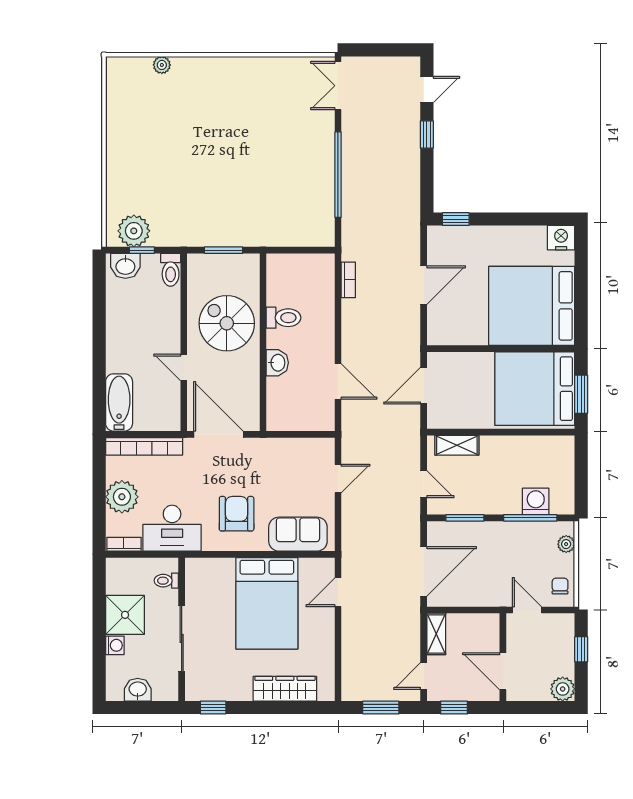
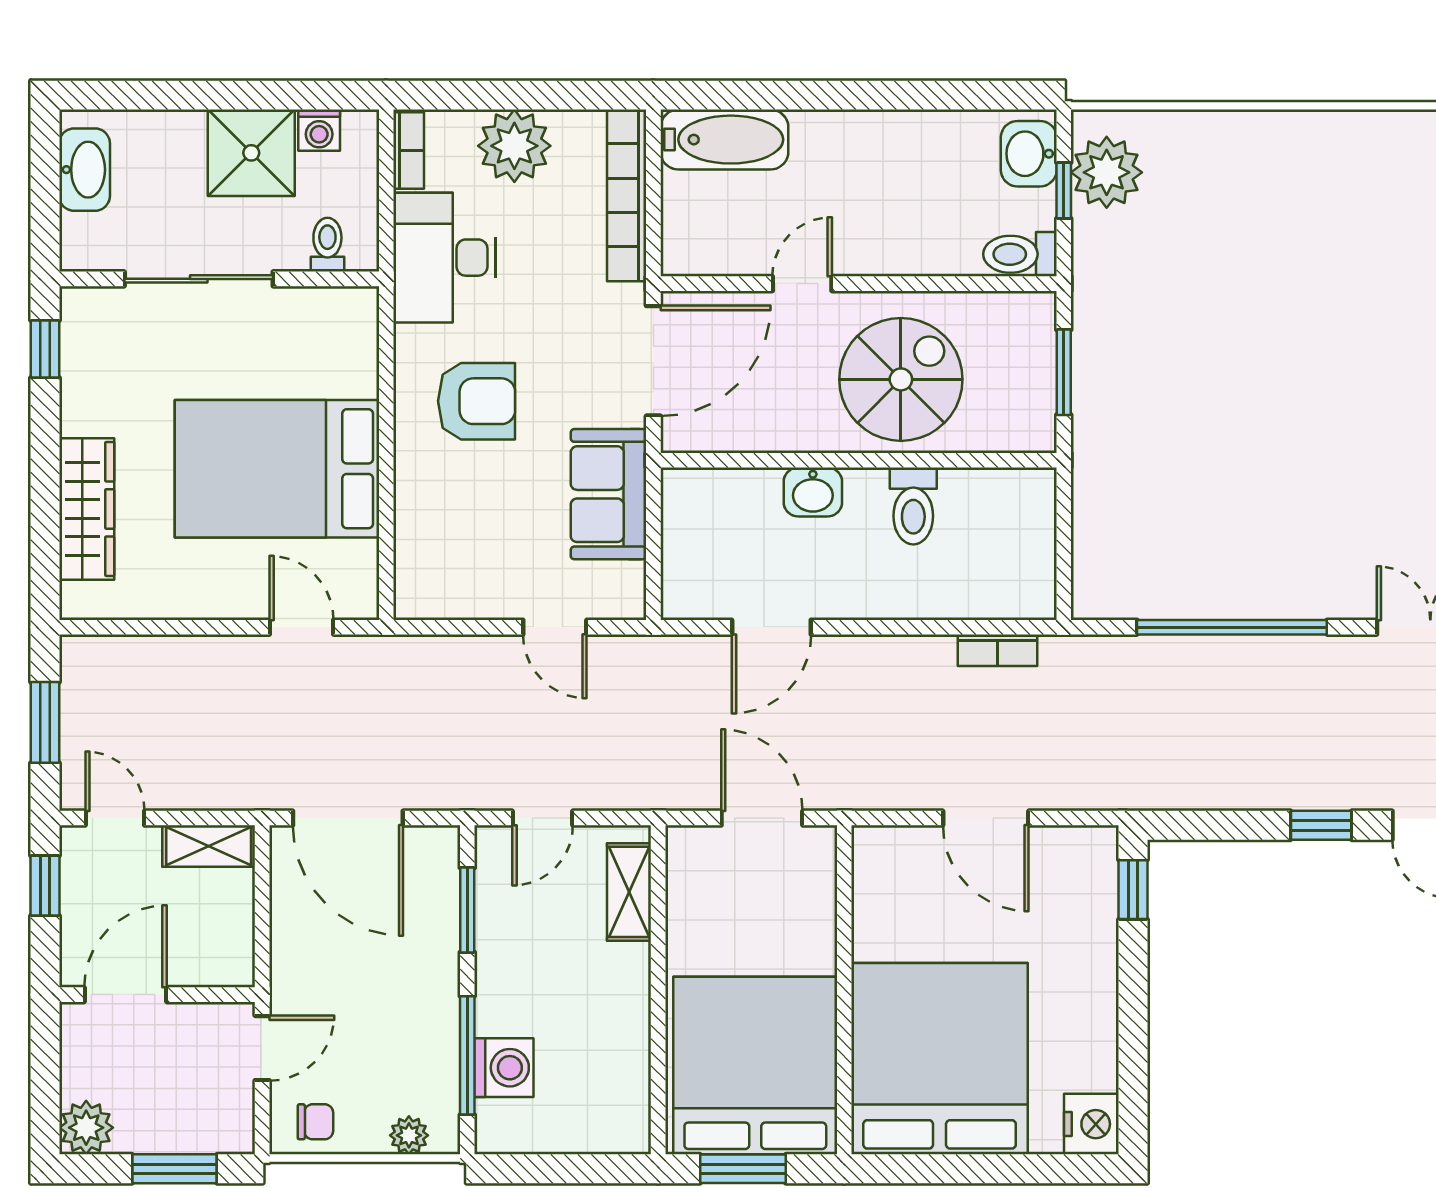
sofa: (298, 534) -> (608, 494), moved, turned 180
washing machine: (115, 645) -> (319, 130), moved
window: (581, 649) -> (174, 1169), width x1.50
washbasin: (138, 690) -> (85, 170), width x1.38

